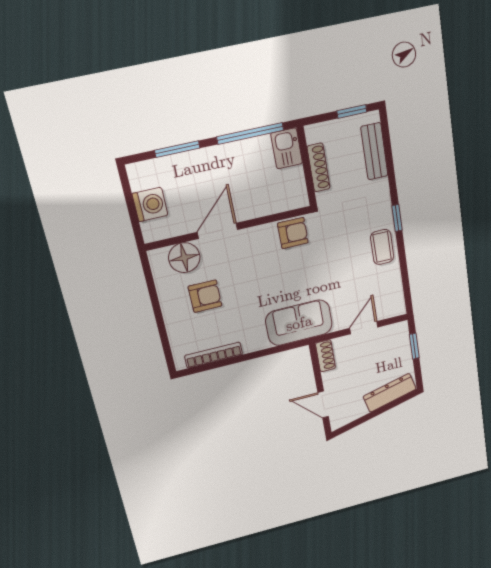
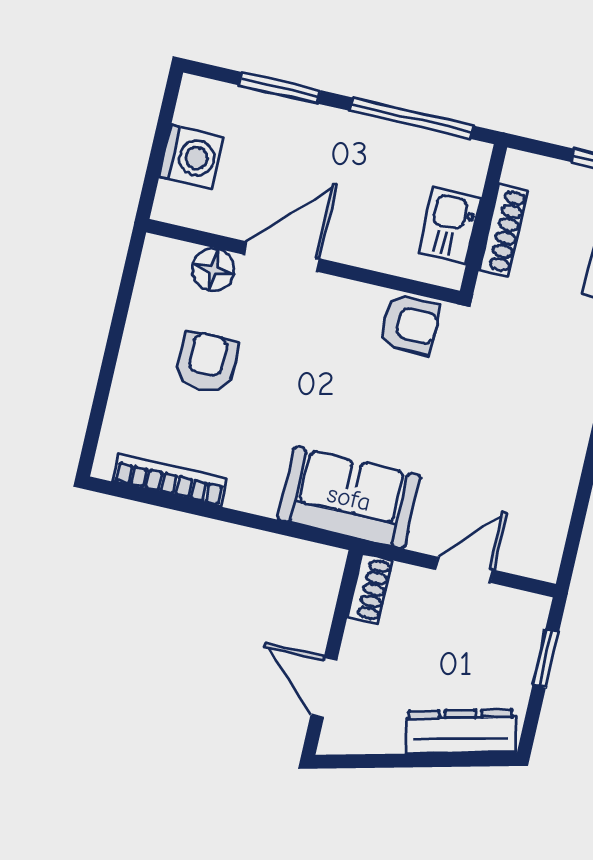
kitchen sink: (287, 148) -> (450, 226), moved
coffee table: (382, 247) -> (560, 430), removed
floor lamp: (184, 258) -> (213, 270), width x0.73, depth x0.73
armchair: (205, 296) -> (206, 362), turned -90

